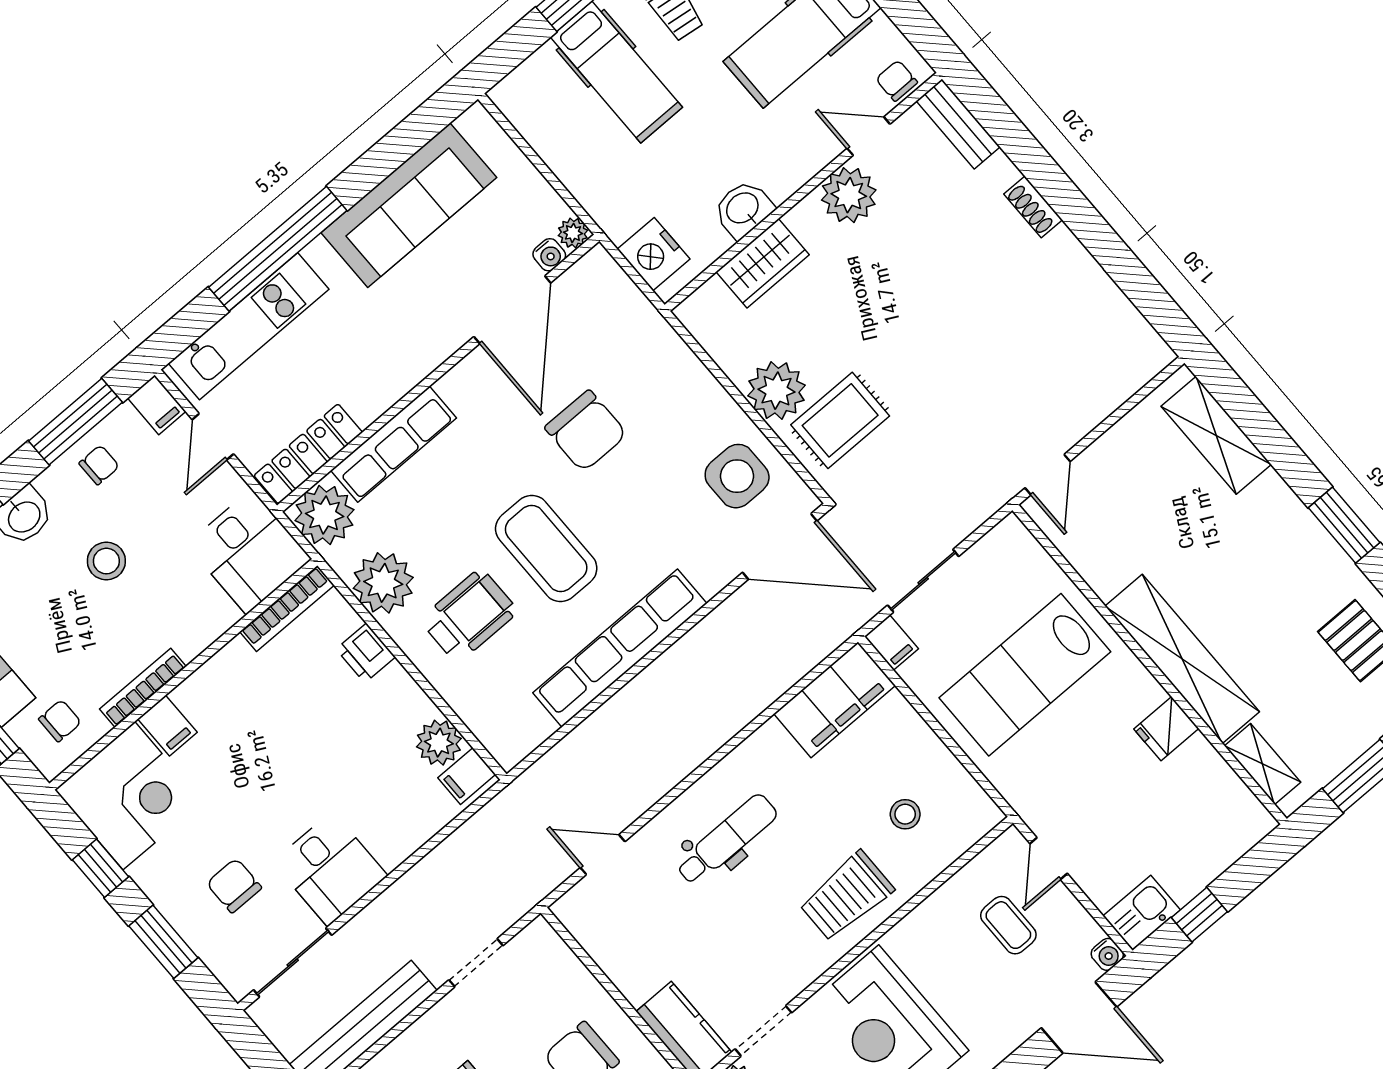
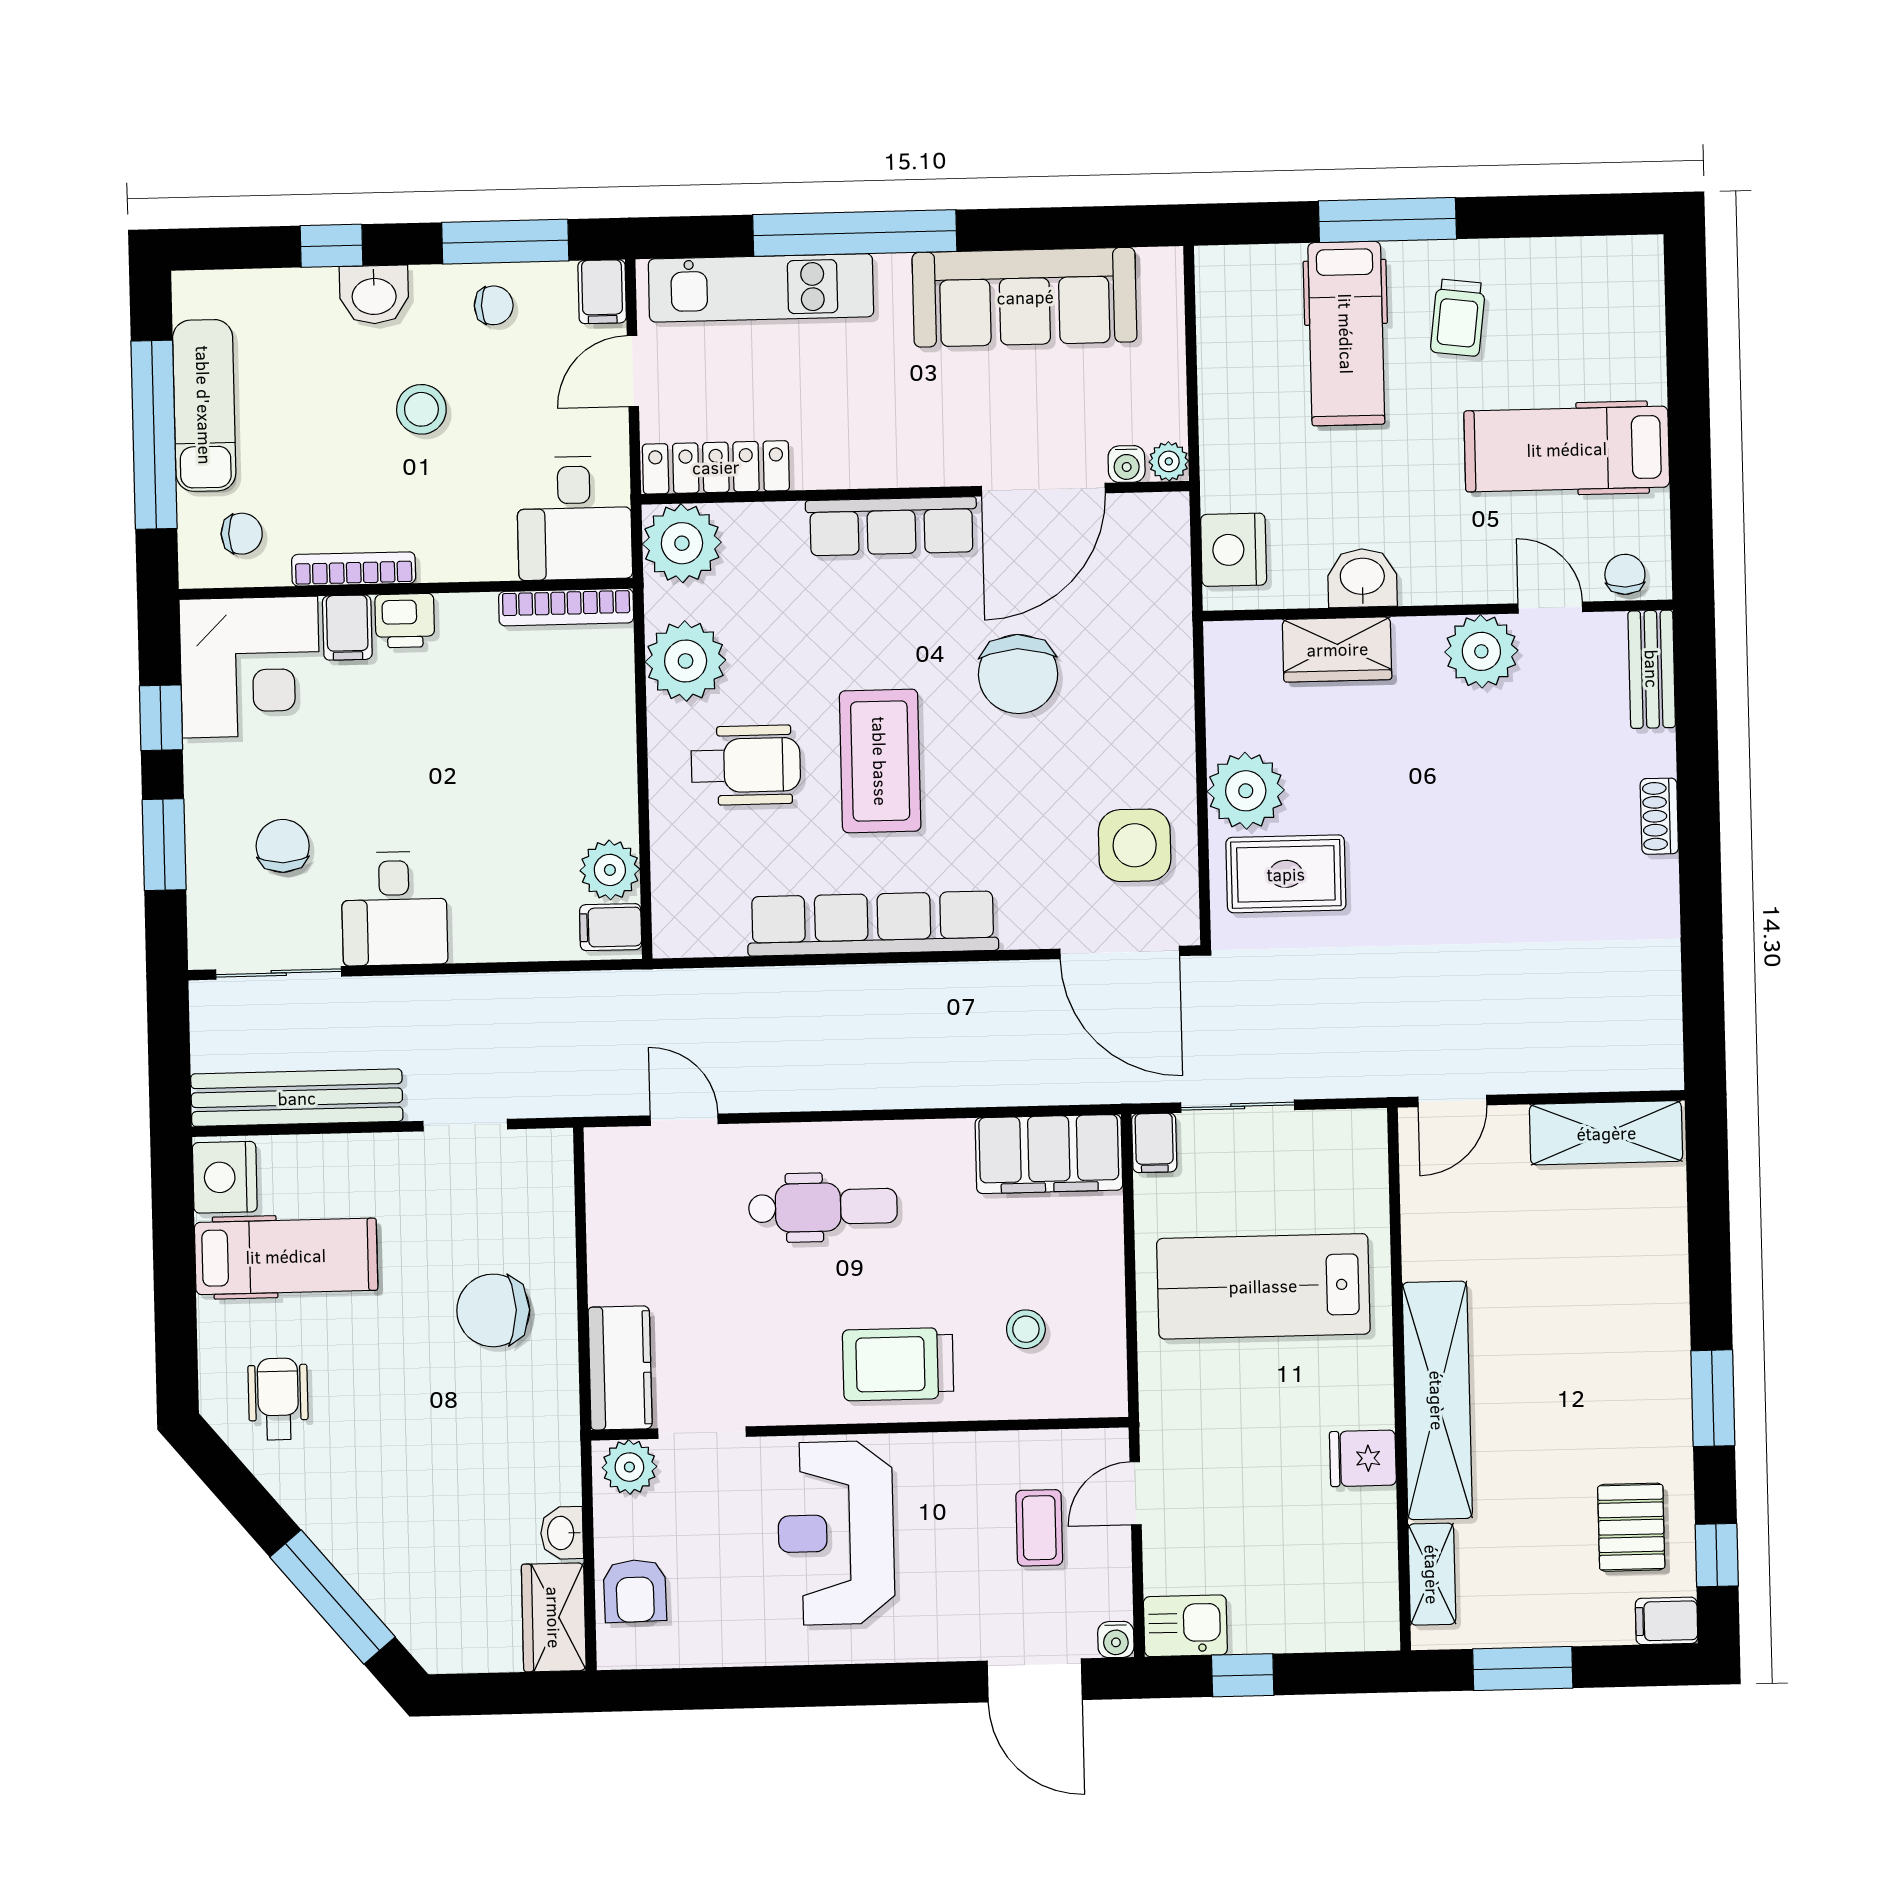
shelving: (1216, 435) -> (1606, 1133), moved, turned 90
row of seats: (393, 444) -> (891, 526), moved
printer: (366, 653) -> (405, 621), moved, turned -90

